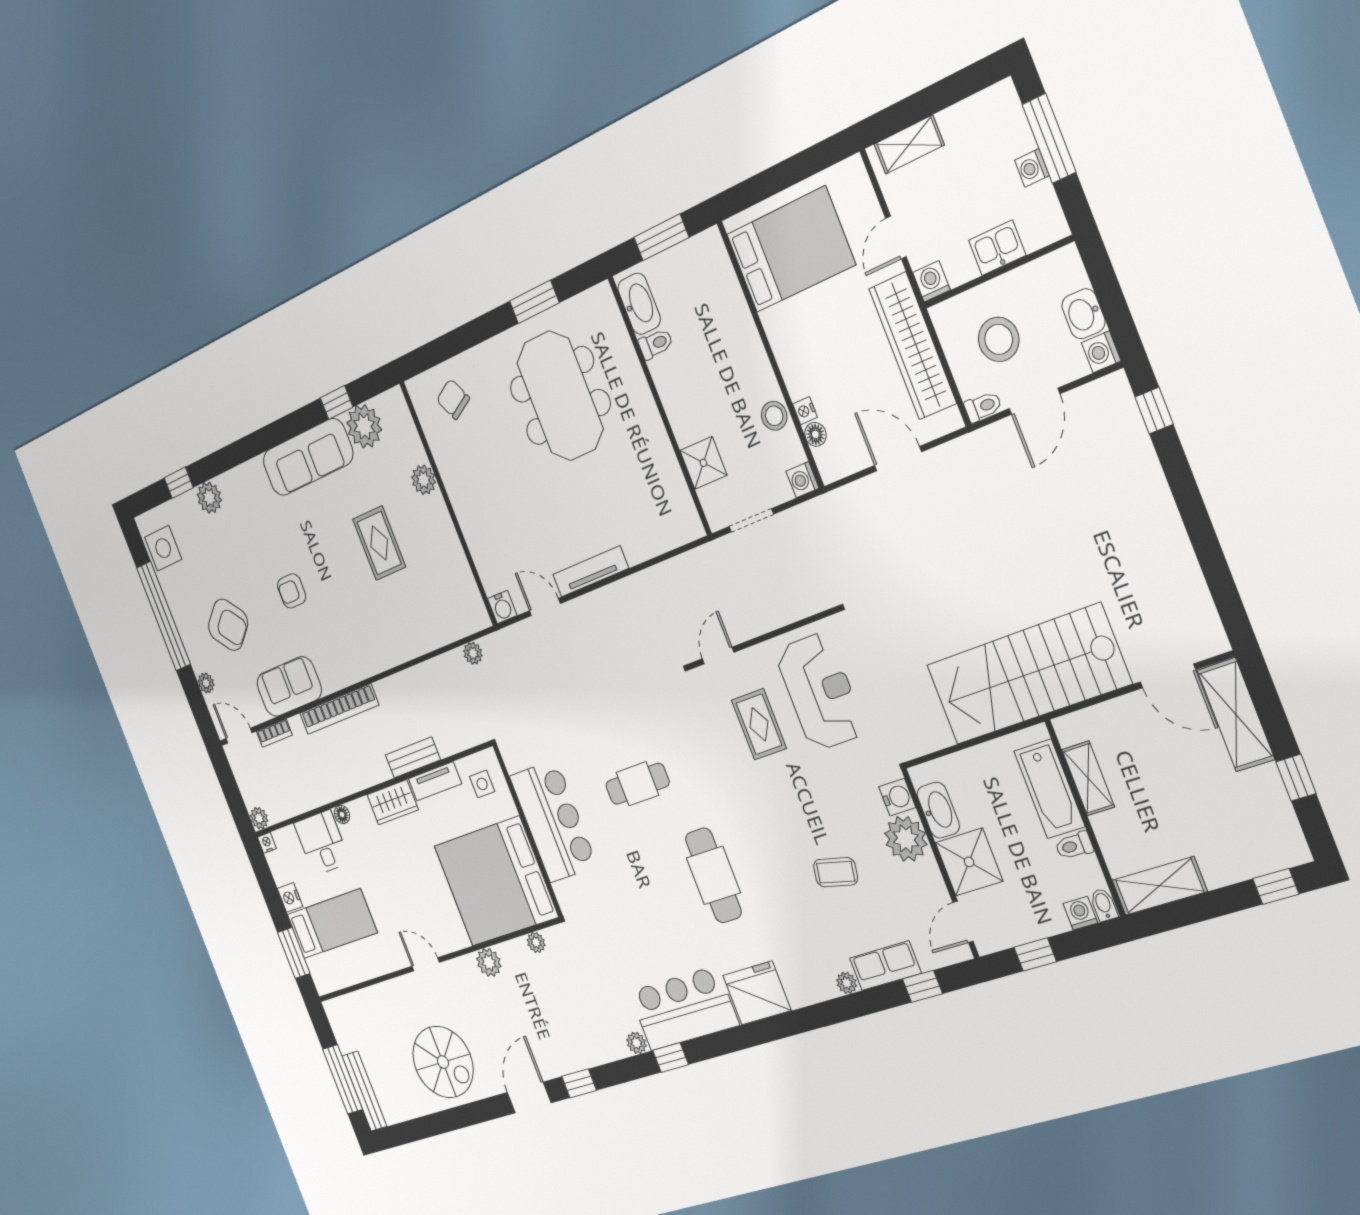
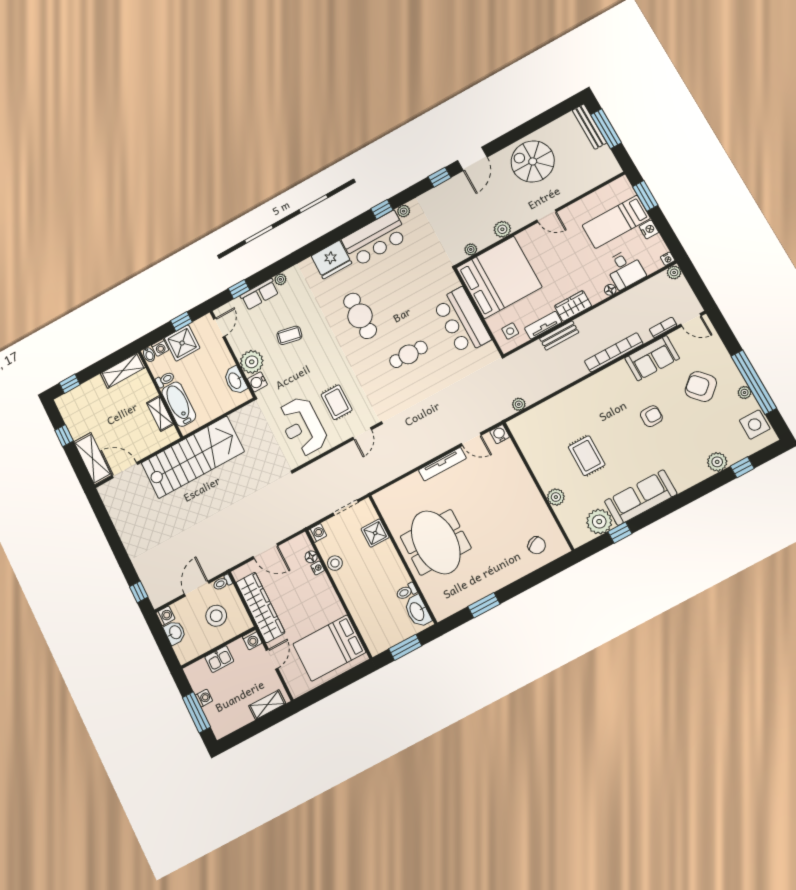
meeting table: (560, 396) -> (436, 542), moved
plant: (206, 683) -> (744, 393), moved
shower: (969, 862) -> (182, 343), moved

